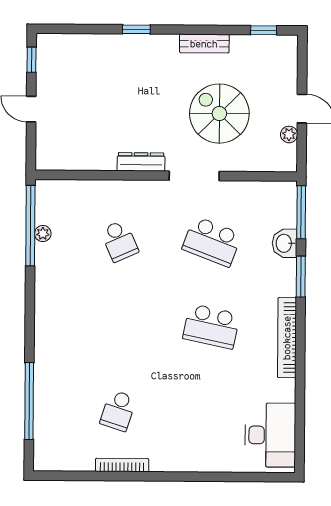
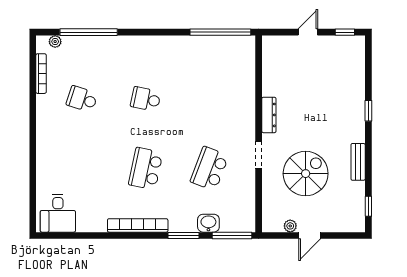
doorway: (194, 176) -> (259, 155), width x0.73
plant: (43, 234) -> (55, 42), moved
school desk: (119, 241) -> (146, 99), moved, turned 36
desk: (270, 435) -> (58, 213), width x0.73
bookcase: (122, 465) -> (41, 74), moved

